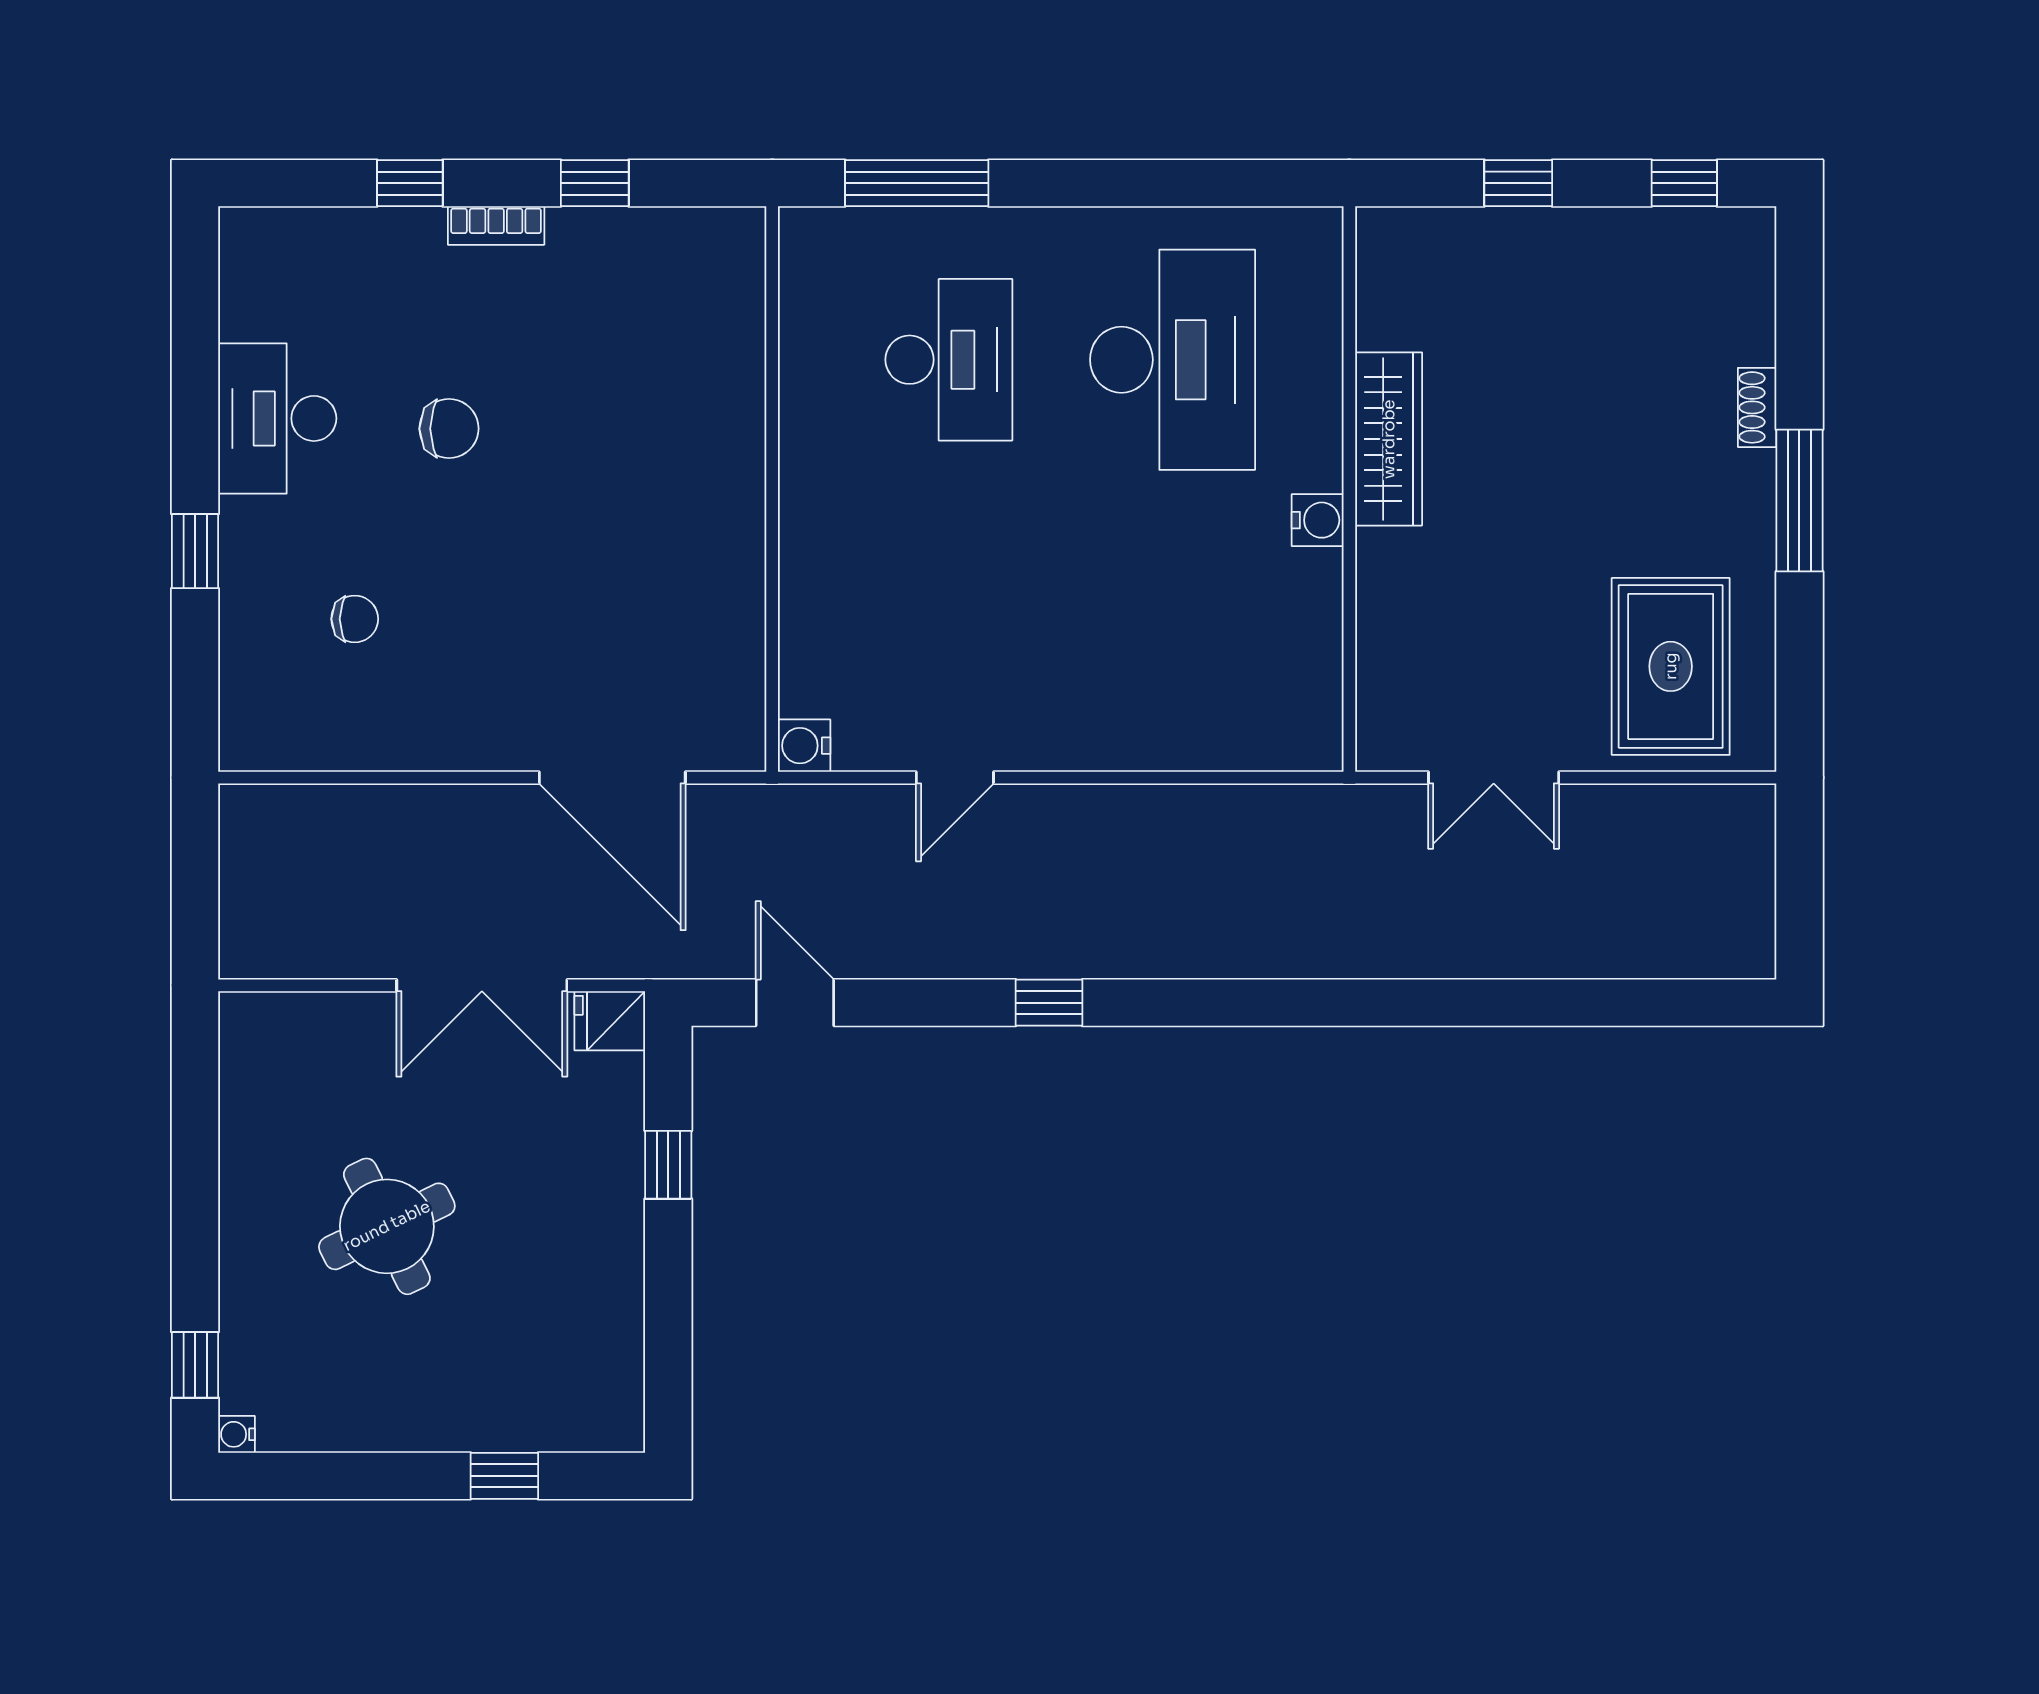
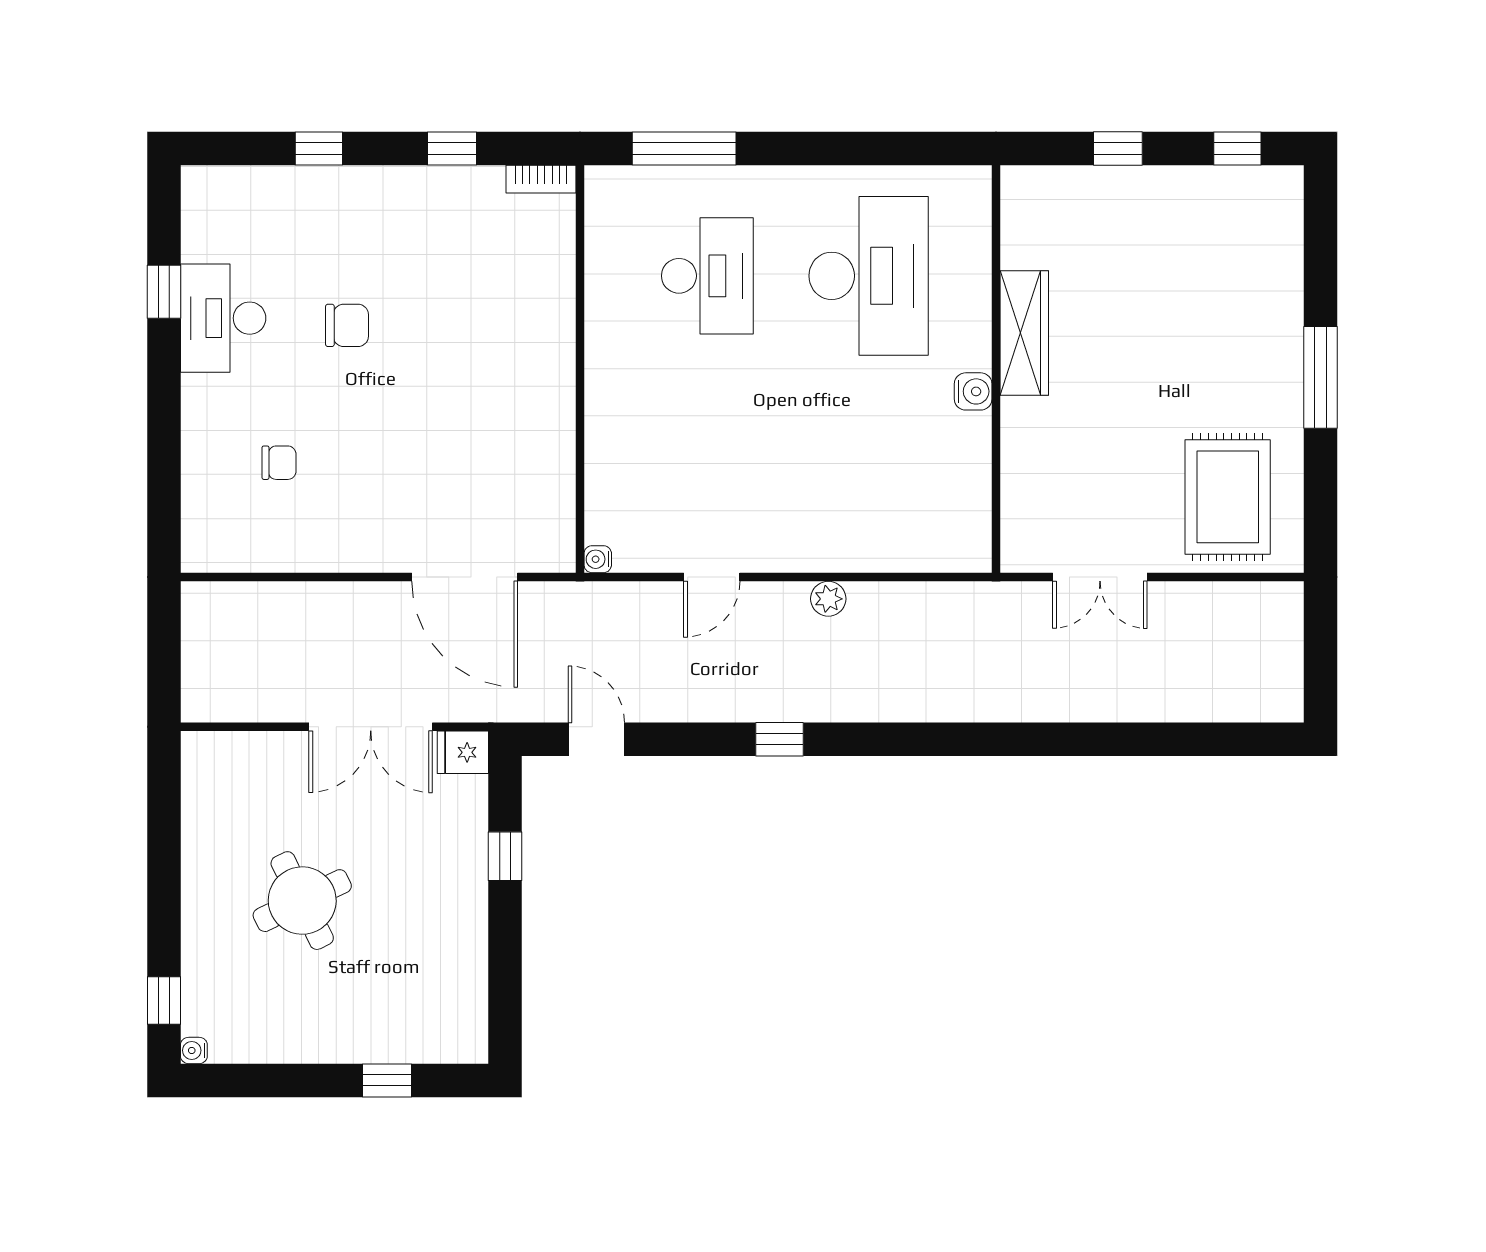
bookcase: (496, 226) -> (541, 179), moved
shoe rack: (1757, 407) -> (1290, 310), removed
window: (195, 551) -> (164, 292), moved
water cooler: (804, 746) -> (598, 559), width x0.72, depth x0.72
plant: (1117, 808) -> (828, 599), added

